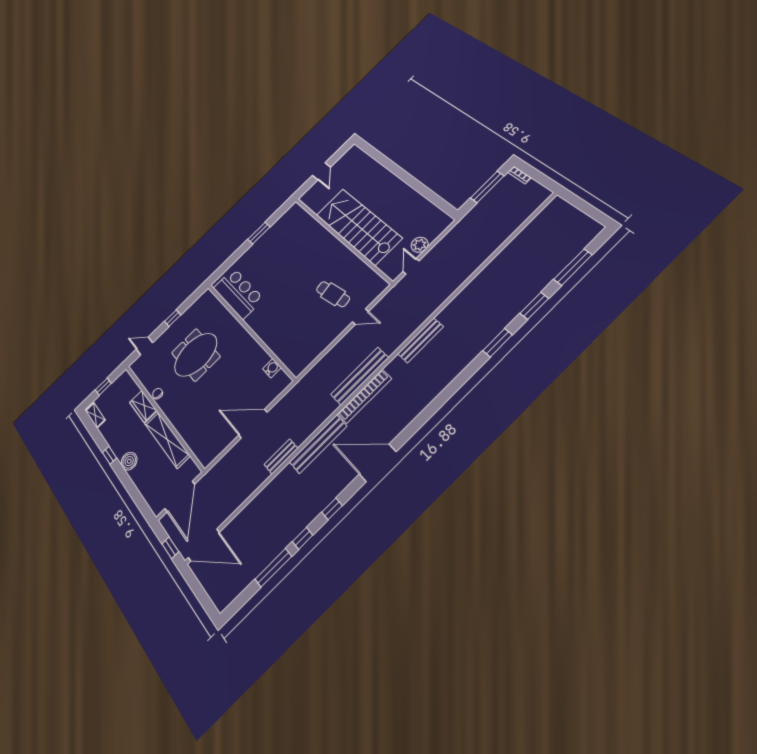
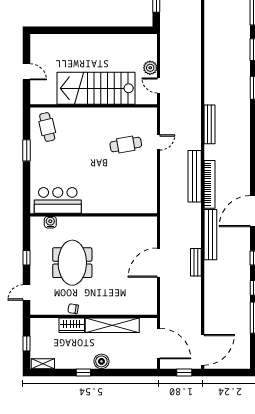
cafe table: (291, 227) -> (47, 127), added
water cooler: (272, 368) -> (50, 222), moved

